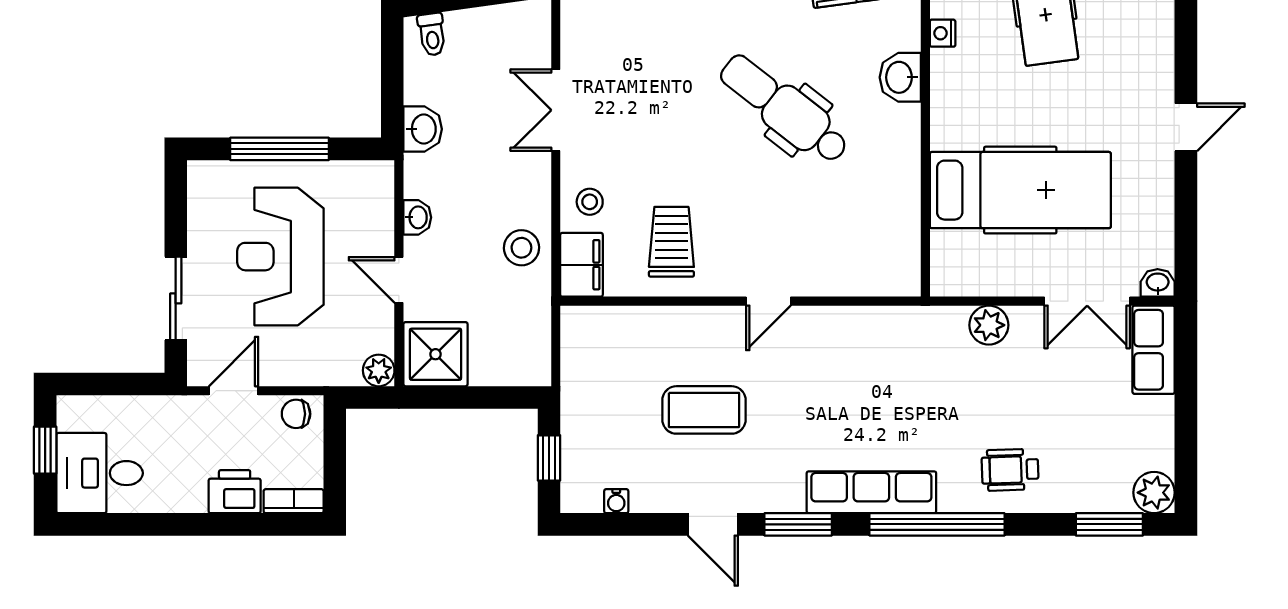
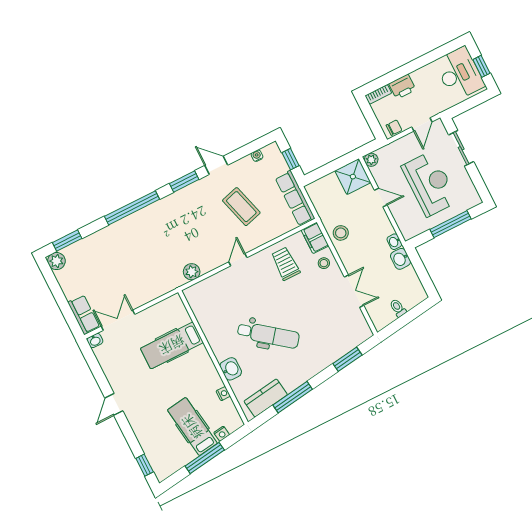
toilet: (432, 34) -> (398, 308), moved
hospital bed: (1020, 190) -> (172, 345), width x0.73, depth x0.78
washbasin: (417, 217) -> (394, 242), moved
trolley: (671, 242) -> (286, 264), turned 180
plant: (989, 325) -> (192, 272), moved
coffee table: (704, 410) -> (241, 207), turned 74
wheelchair: (1010, 470) -> (115, 242), removed
desk: (100, 473) -> (459, 74), width x1.37
row of seats: (871, 492) -> (295, 198), moved, turned 90

